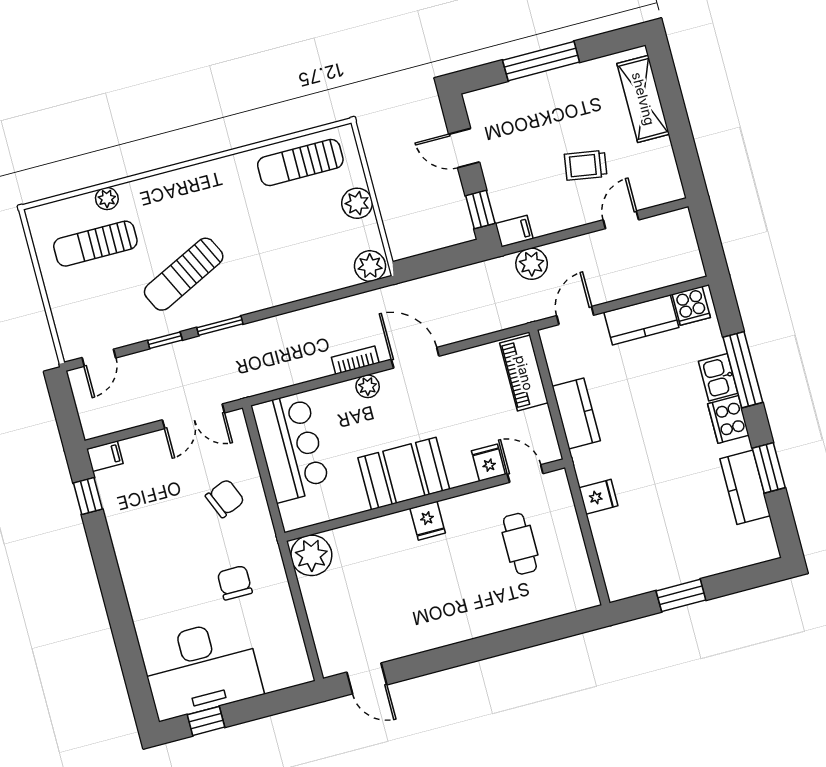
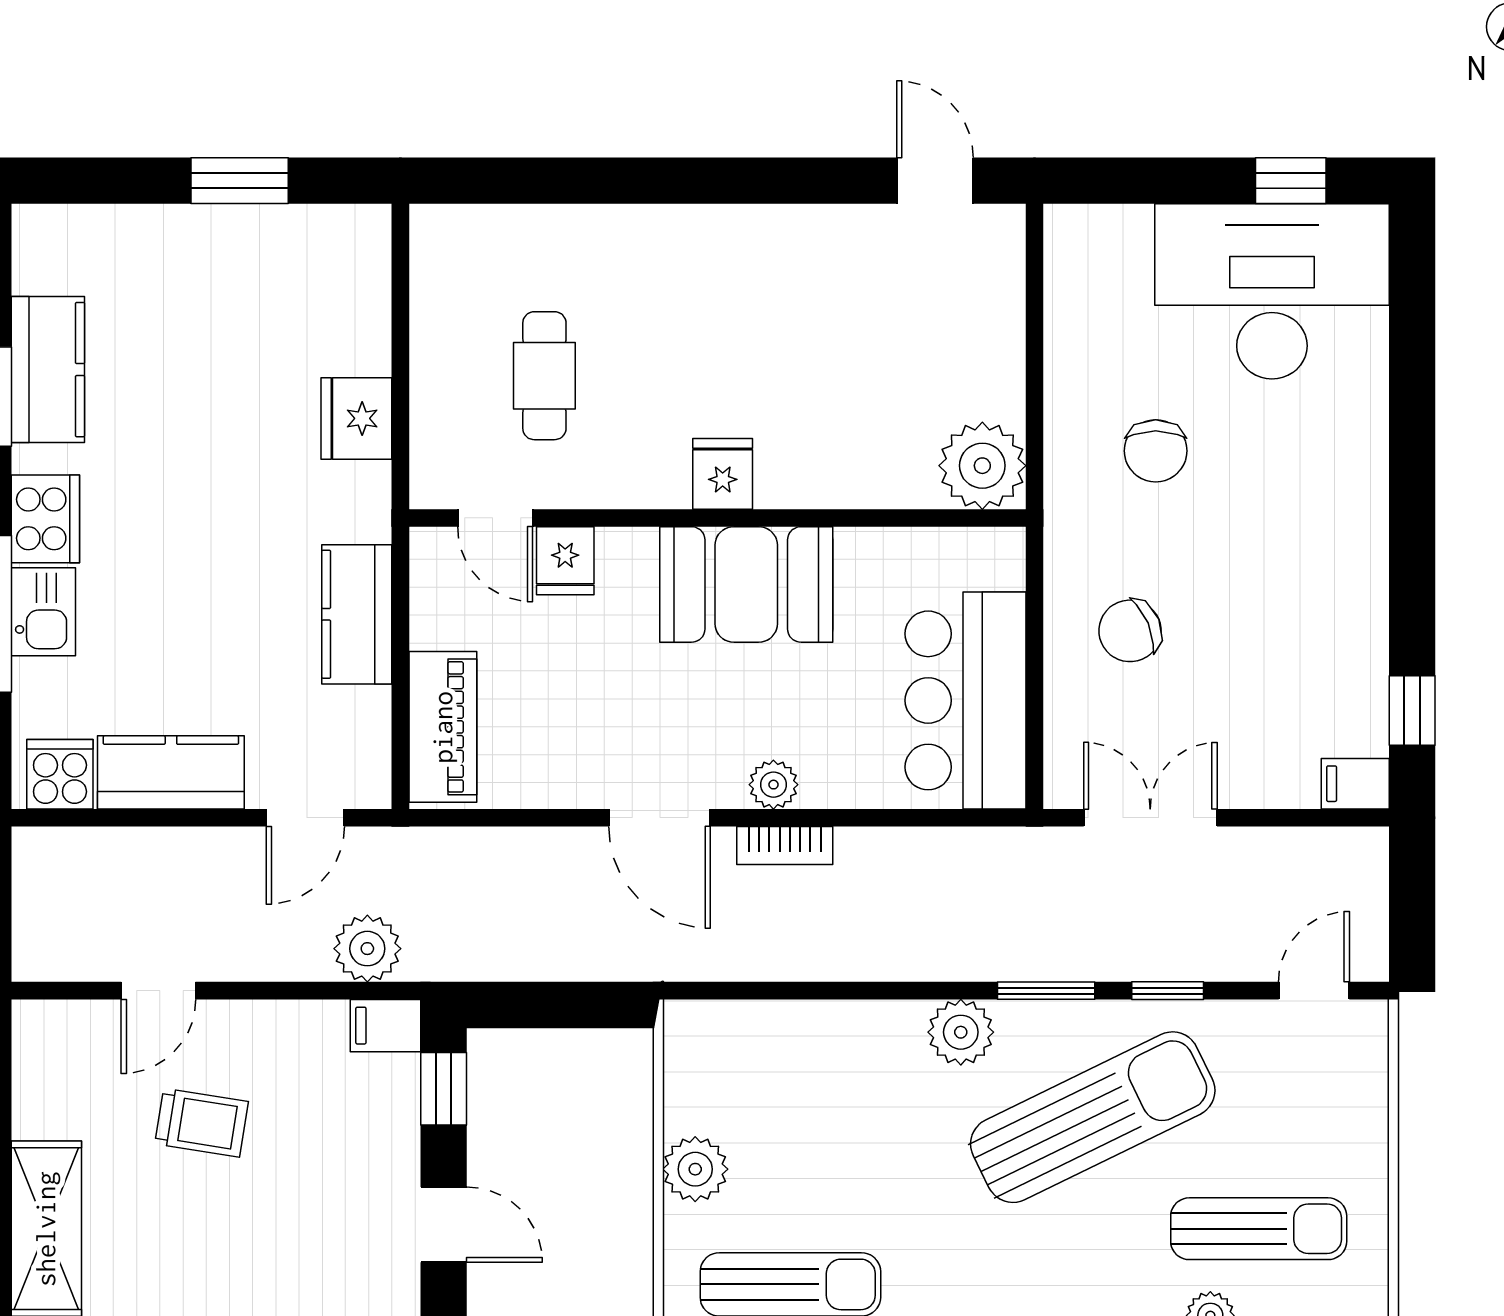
plant: (370, 266) -> (961, 1032), moved
sun lounger: (184, 274) -> (1093, 1117), width x1.36, depth x1.34
fridge: (598, 497) -> (356, 418), width x1.38

